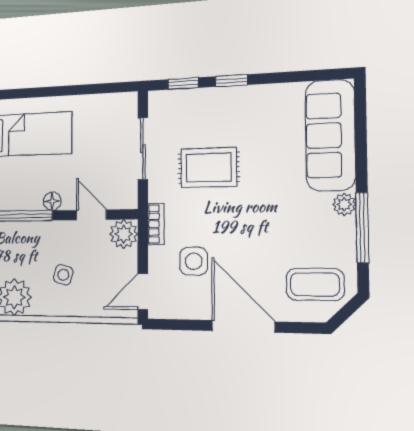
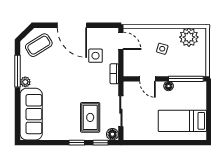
floor lamp: (159, 102) -> (112, 134), added
rug: (209, 168) -> (90, 117), moved, turned 90
plant: (124, 234) -> (131, 69), removed
coffee table: (315, 284) -> (39, 45), turned -32
door: (143, 292) -> (121, 41), hinge flipped

